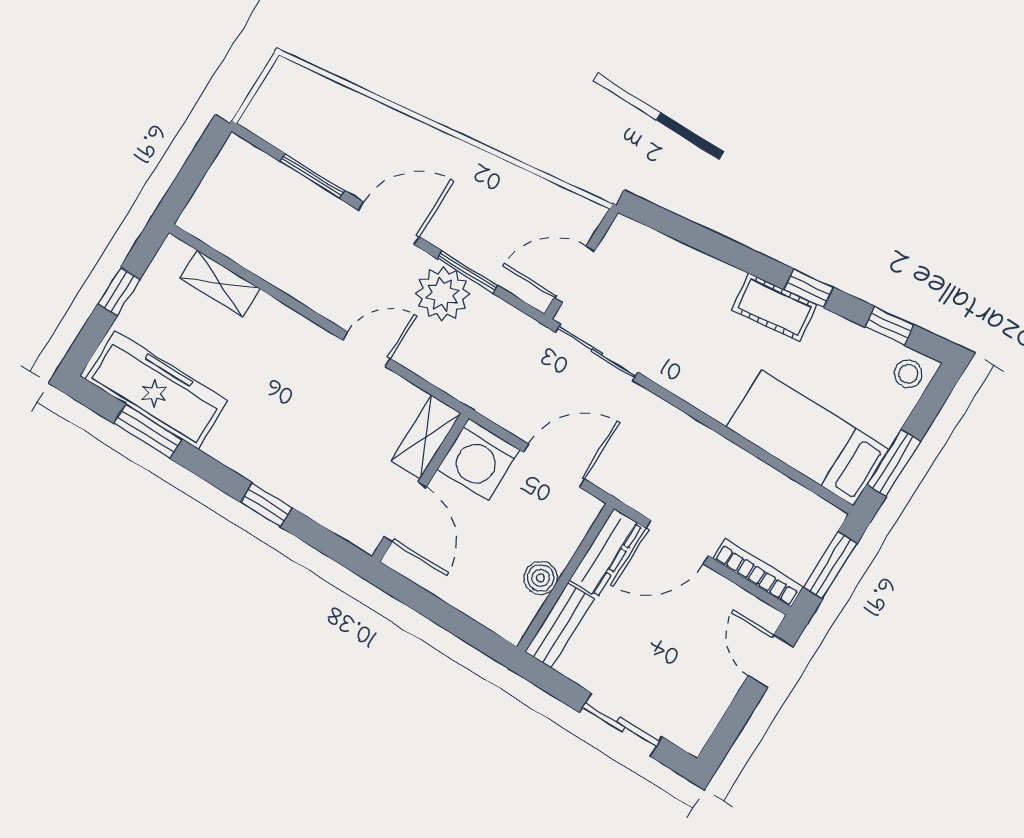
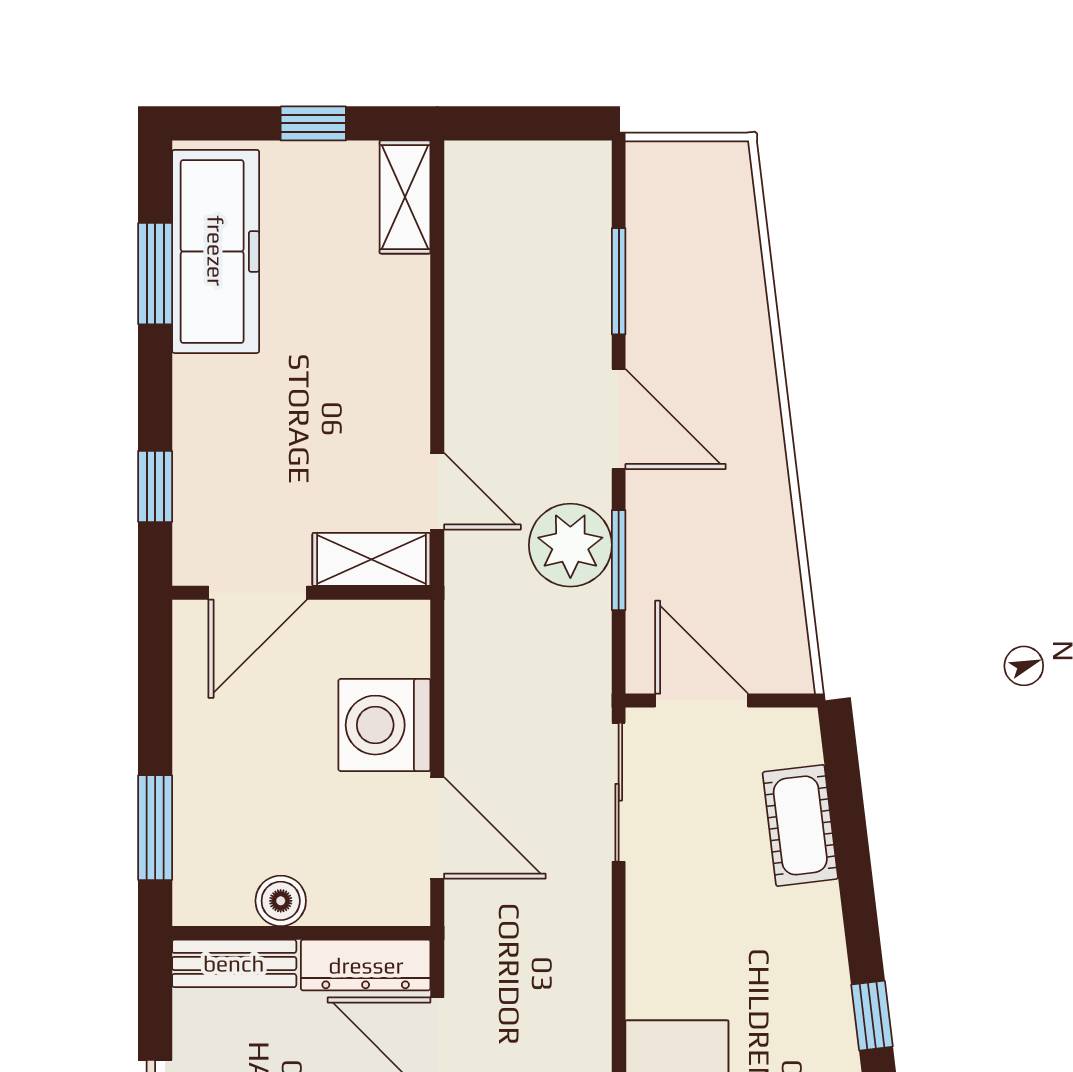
shelving: (220, 283) -> (405, 197), moved
cot: (774, 307) -> (800, 825), moved
shelving: (426, 437) -> (371, 559), moved
wall: (420, 488) -> (301, 593), moved
door: (405, 512) -> (258, 593), moved
window: (456, 623) -> (155, 828), added

